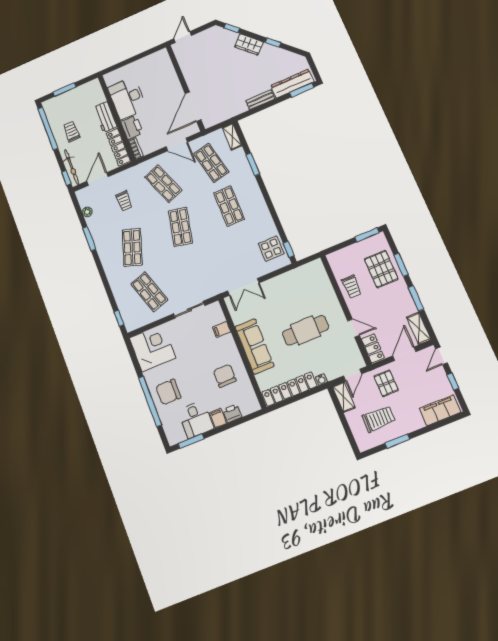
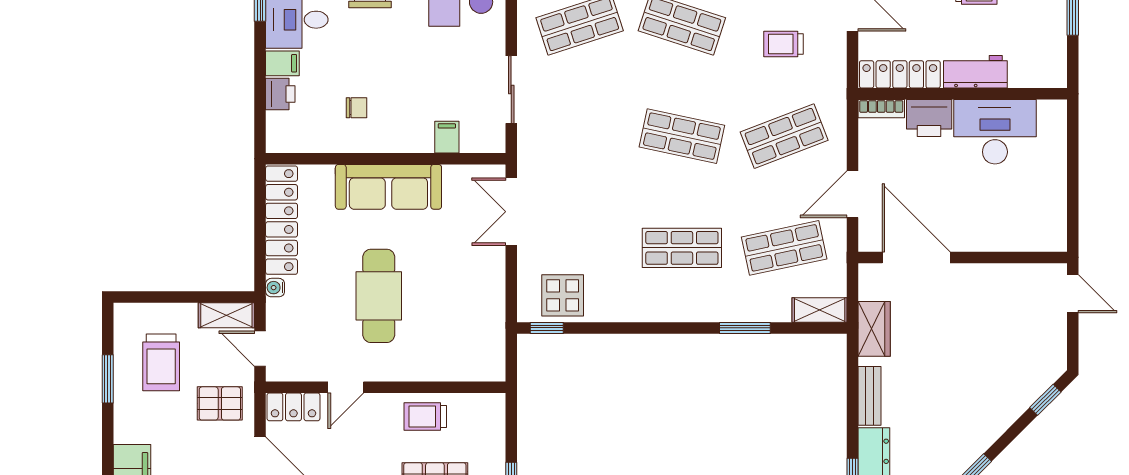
wardrobe: (249, 44) -> (874, 329), moved, turned 135
chair: (225, 376) -> (356, 108), width x0.54, depth x0.54

